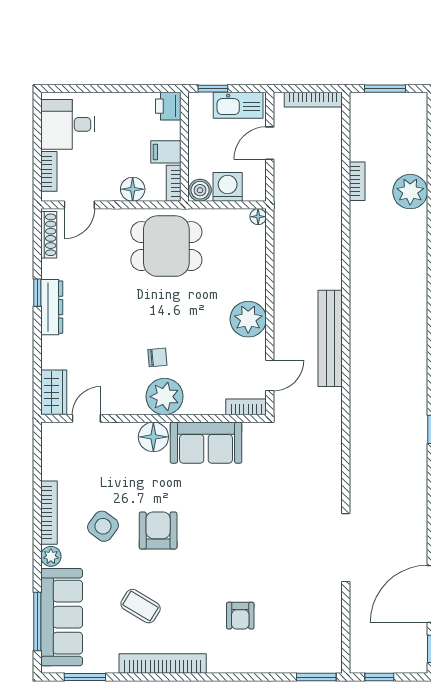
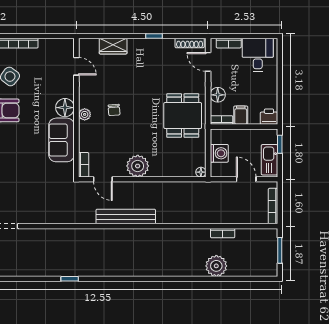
boiler: (200, 190) -> (217, 136), removed
dresser: (52, 307) -> (145, 45), removed
wardrobe: (54, 392) -> (113, 46), moved
plant: (165, 397) -> (85, 114), width x0.53, depth x0.53

